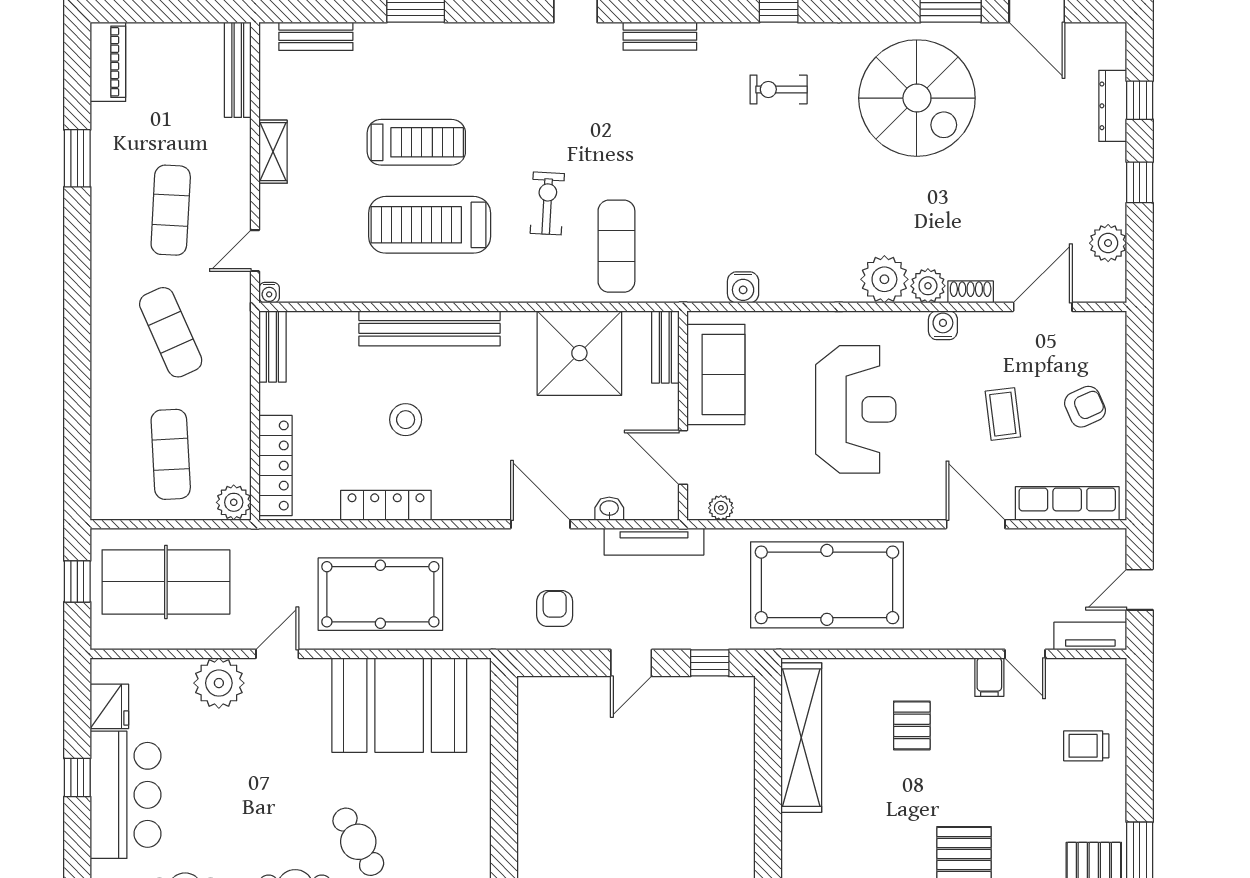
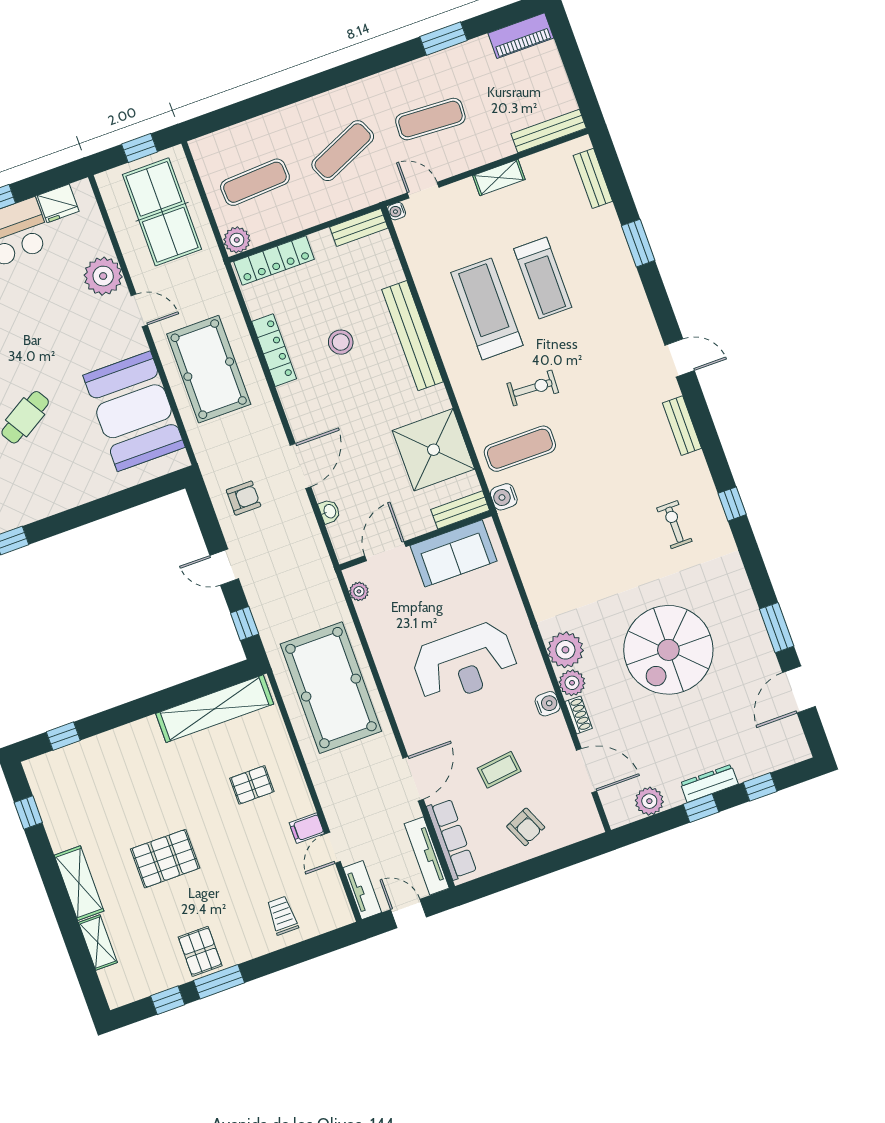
spiral stairs: (917, 98) -> (668, 650), moved
dresser: (1113, 106) -> (709, 783), moved
water cooler: (743, 287) -> (504, 497), moved
tv unit: (654, 542) -> (427, 856), moved

